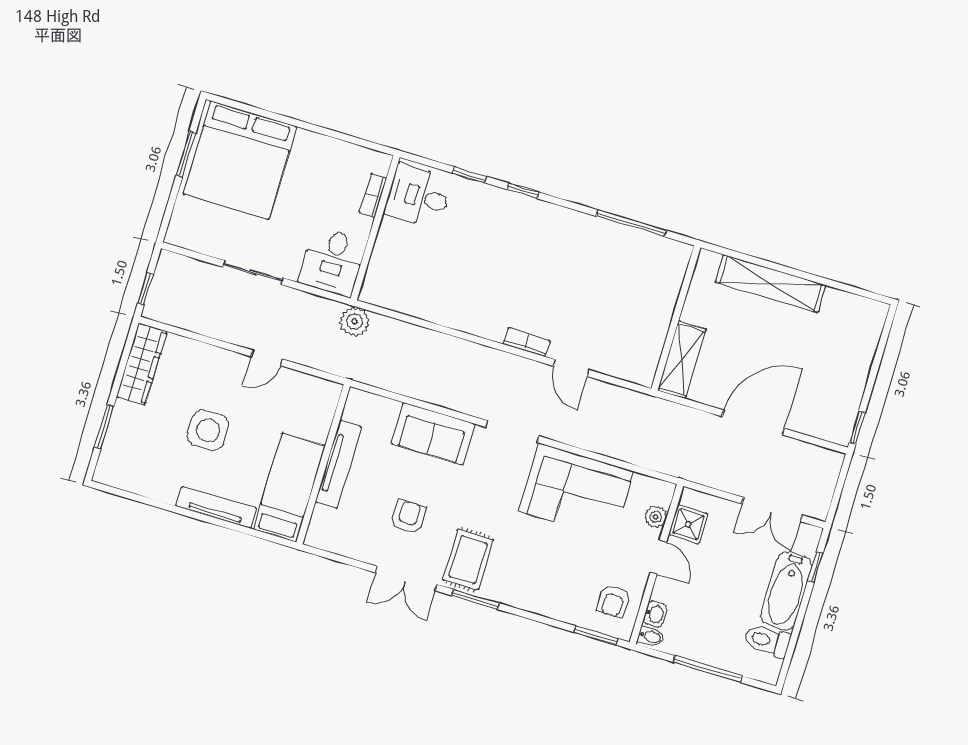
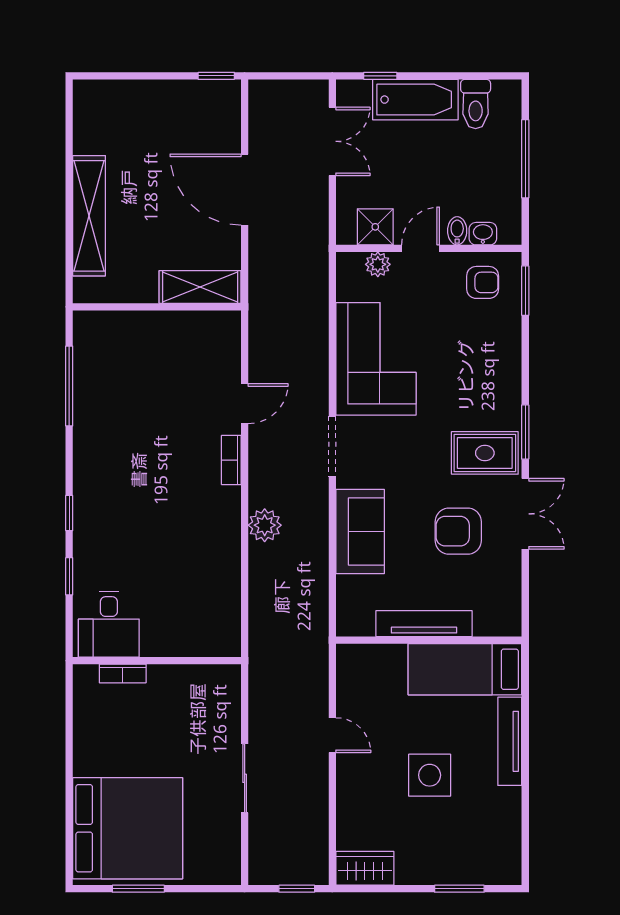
desk: (333, 262) -> (207, 695), removed
plant: (355, 322) -> (265, 525), moved
wardrobe: (142, 364) -> (365, 868), width x0.67
armchair: (408, 517) -> (458, 531), width x1.38, depth x1.38
bidet: (651, 637) -> (457, 231), moved

